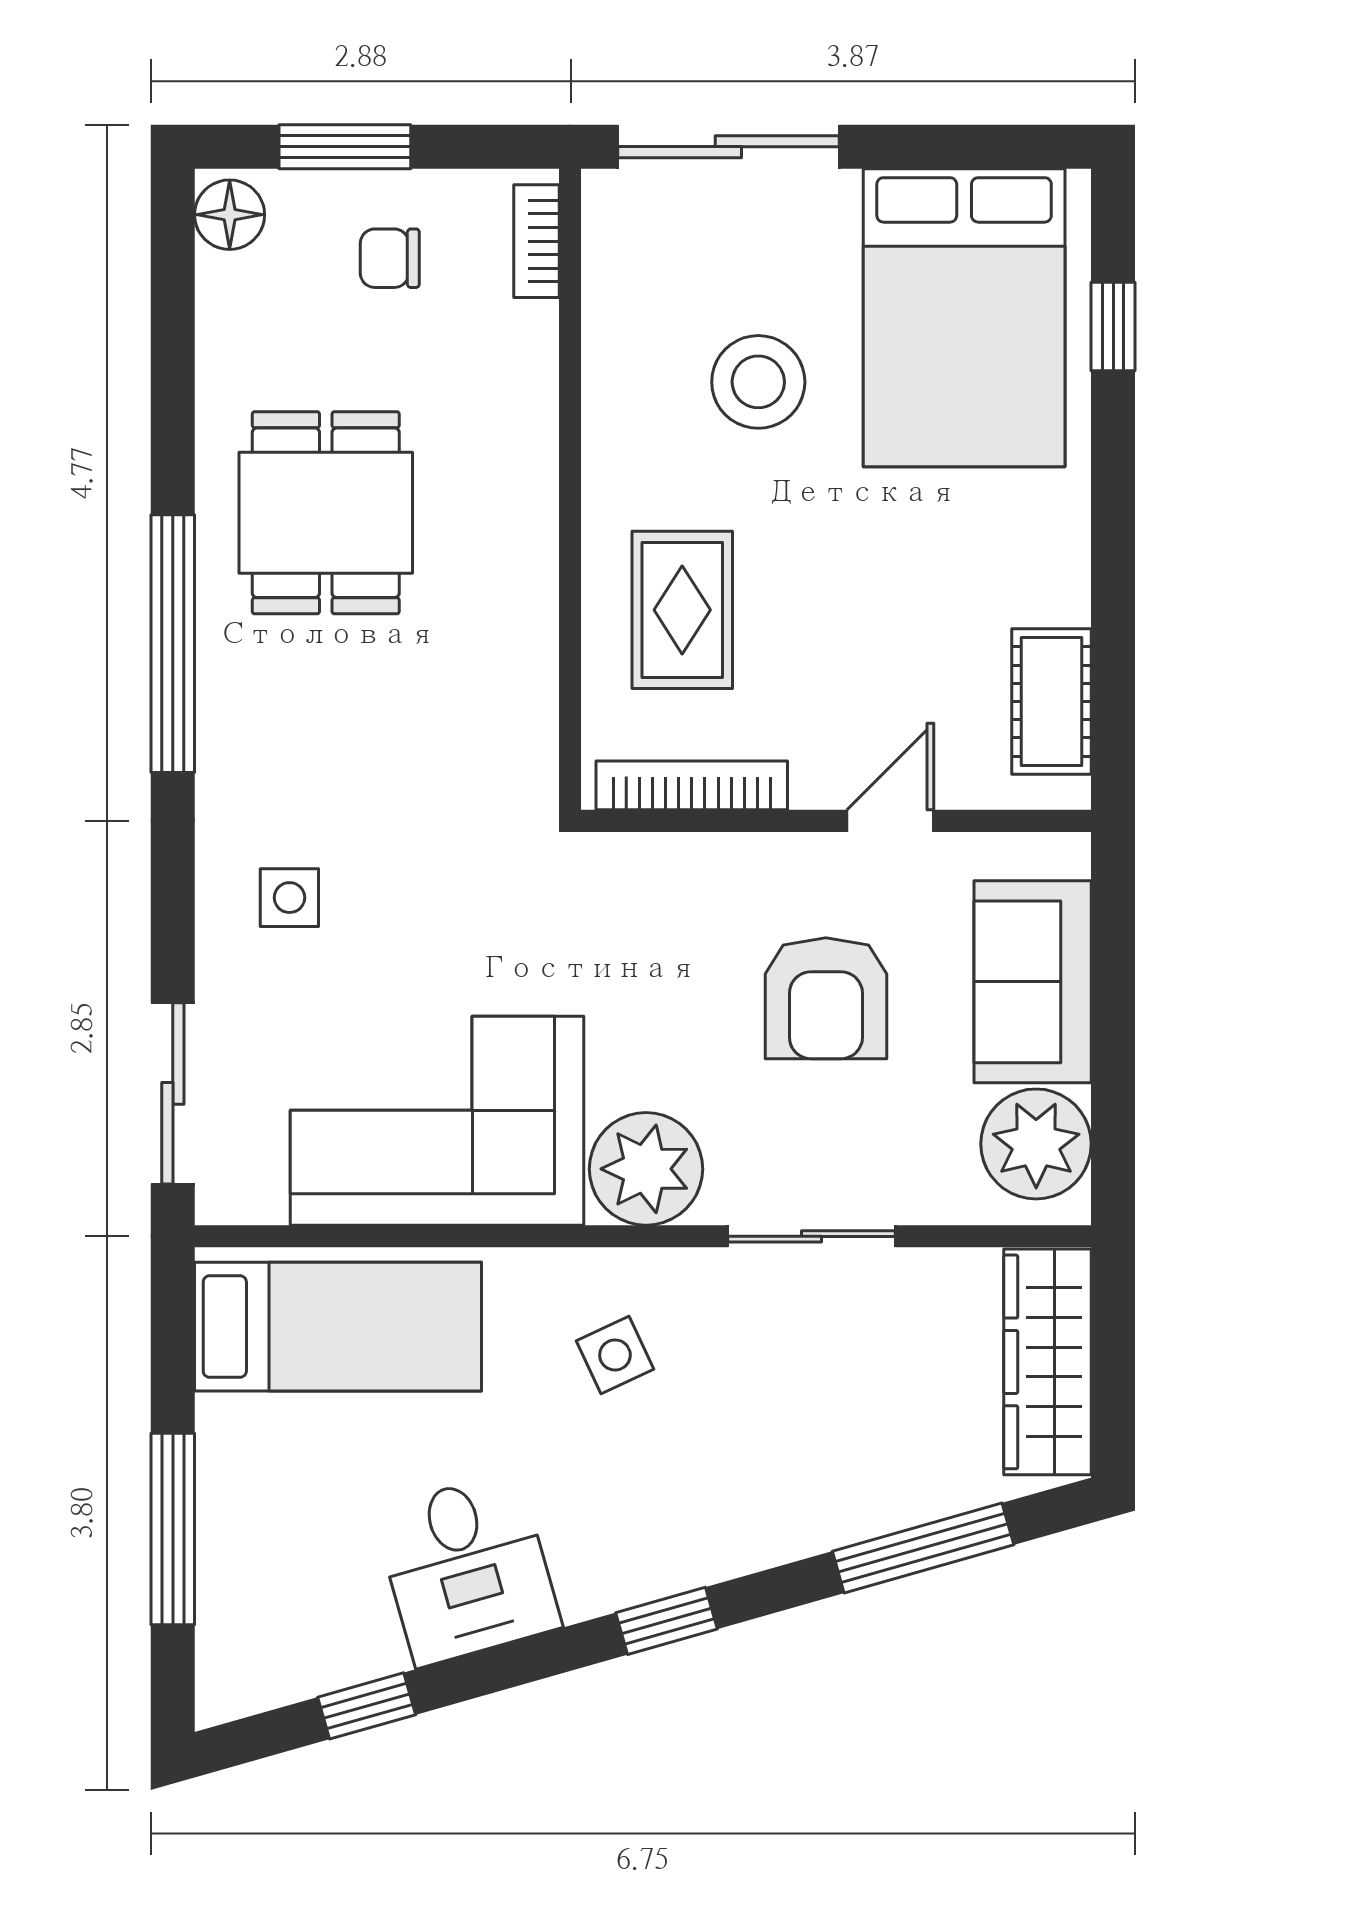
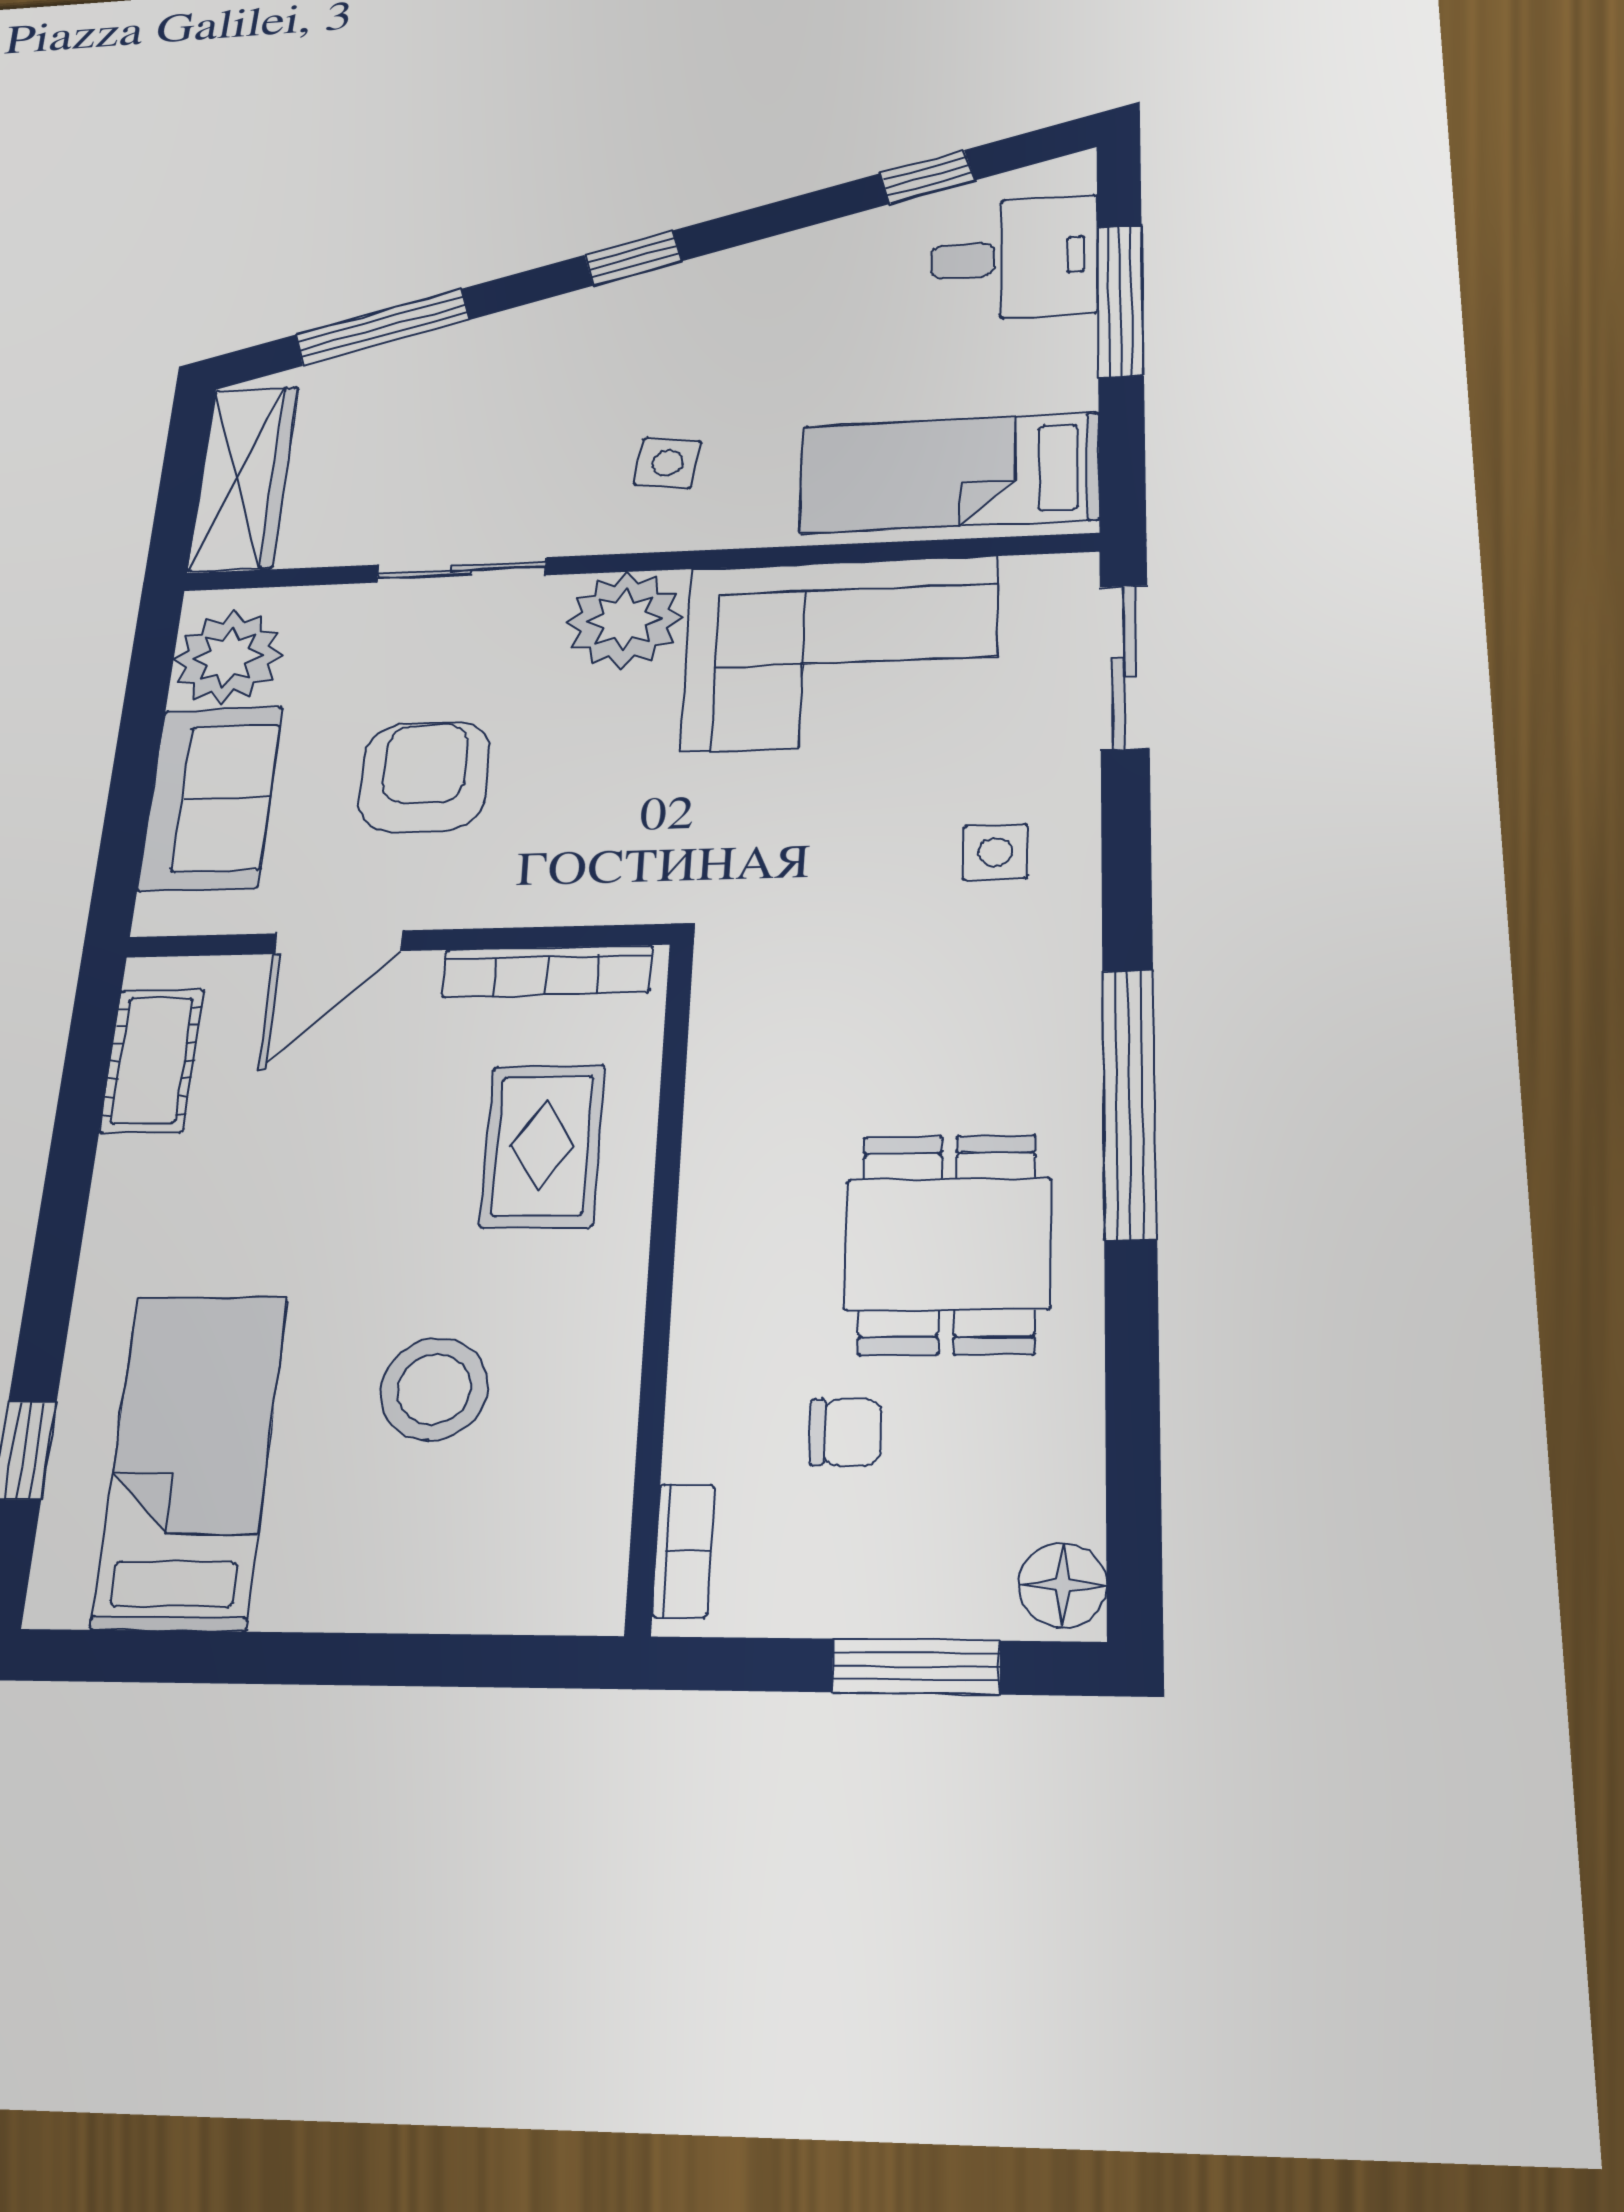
sliding door: (728, 147) -> (443, 1660), removed
chair: (390, 258) -> (846, 1432), moved
bed: (964, 318) -> (191, 1460), width x0.67
door: (890, 821) -> (338, 942), width x1.37
side table: (615, 1355) -> (667, 463), turned 33
desk: (467, 1569) -> (1014, 258), moved, turned 106

